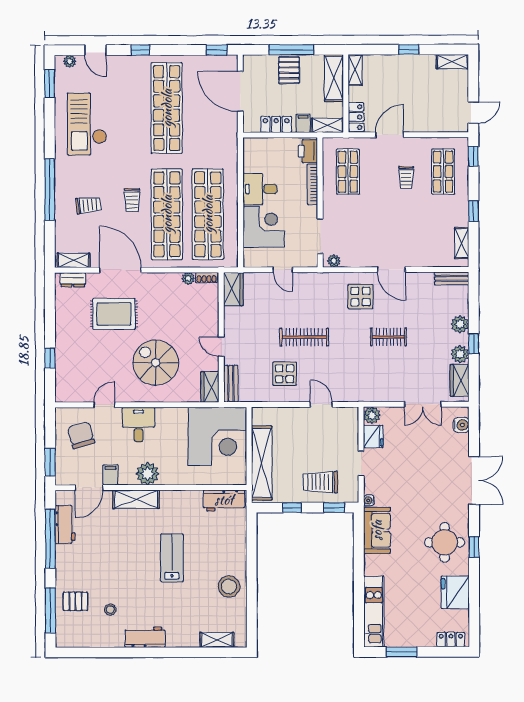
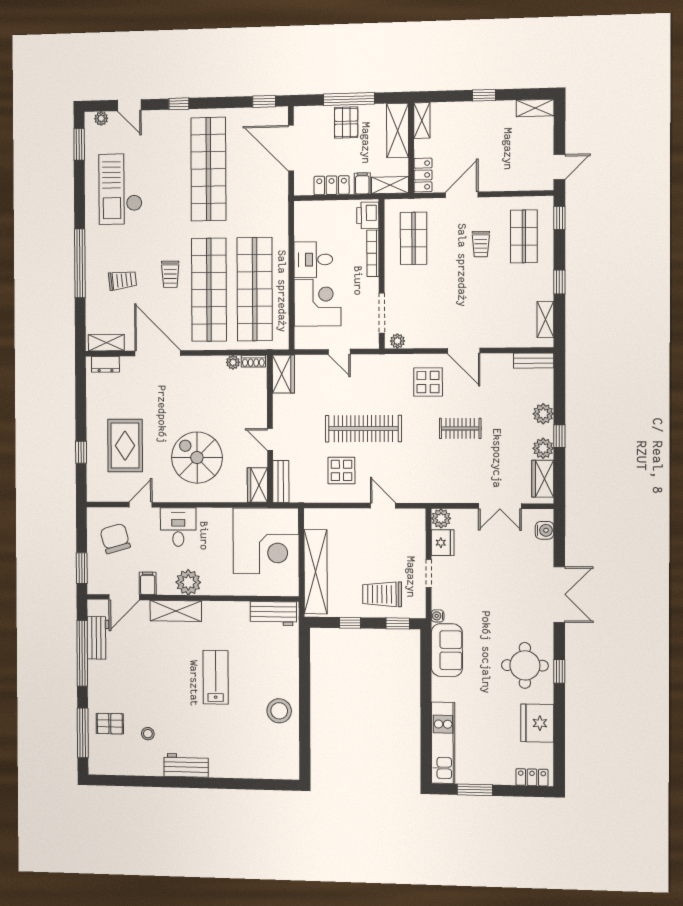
rug: (114, 314) -> (125, 446), moved, turned 90
clothes rail: (304, 337) -> (363, 429), width x1.37, depth x1.31
shelving: (217, 640) -> (266, 770), removed

